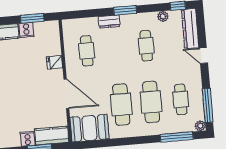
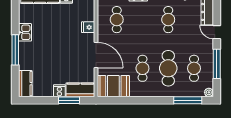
cafe table: (121, 104) -> (142, 68), width x0.73, depth x0.74
window: (208, 105) -> (217, 64), moved

